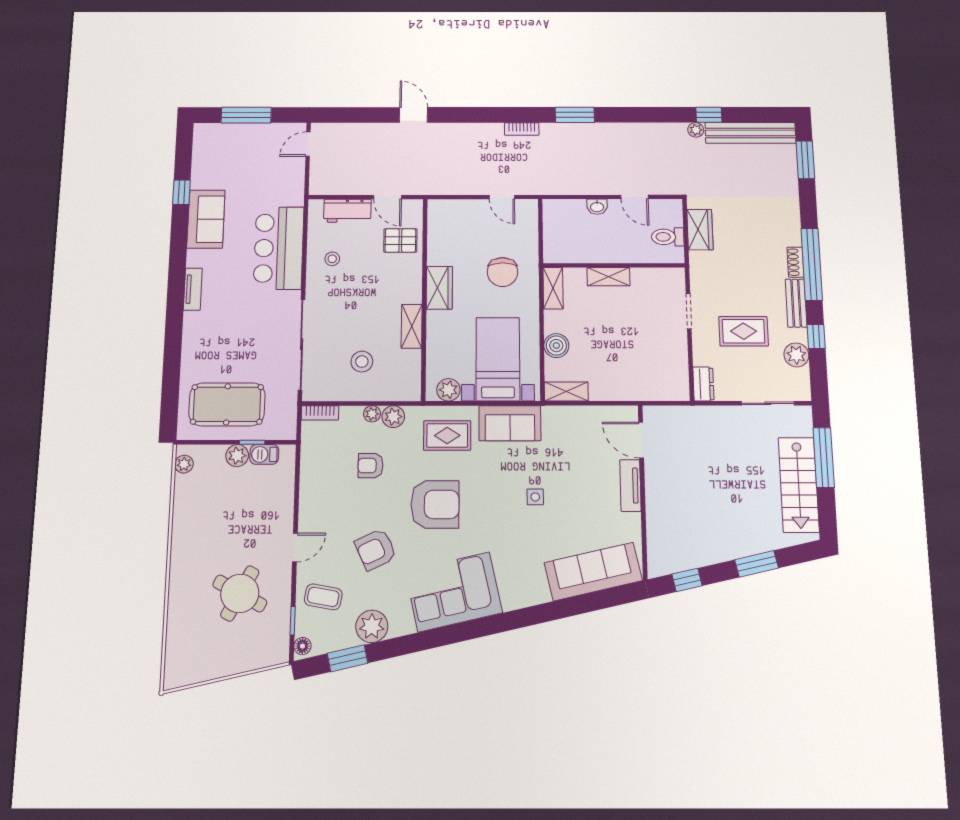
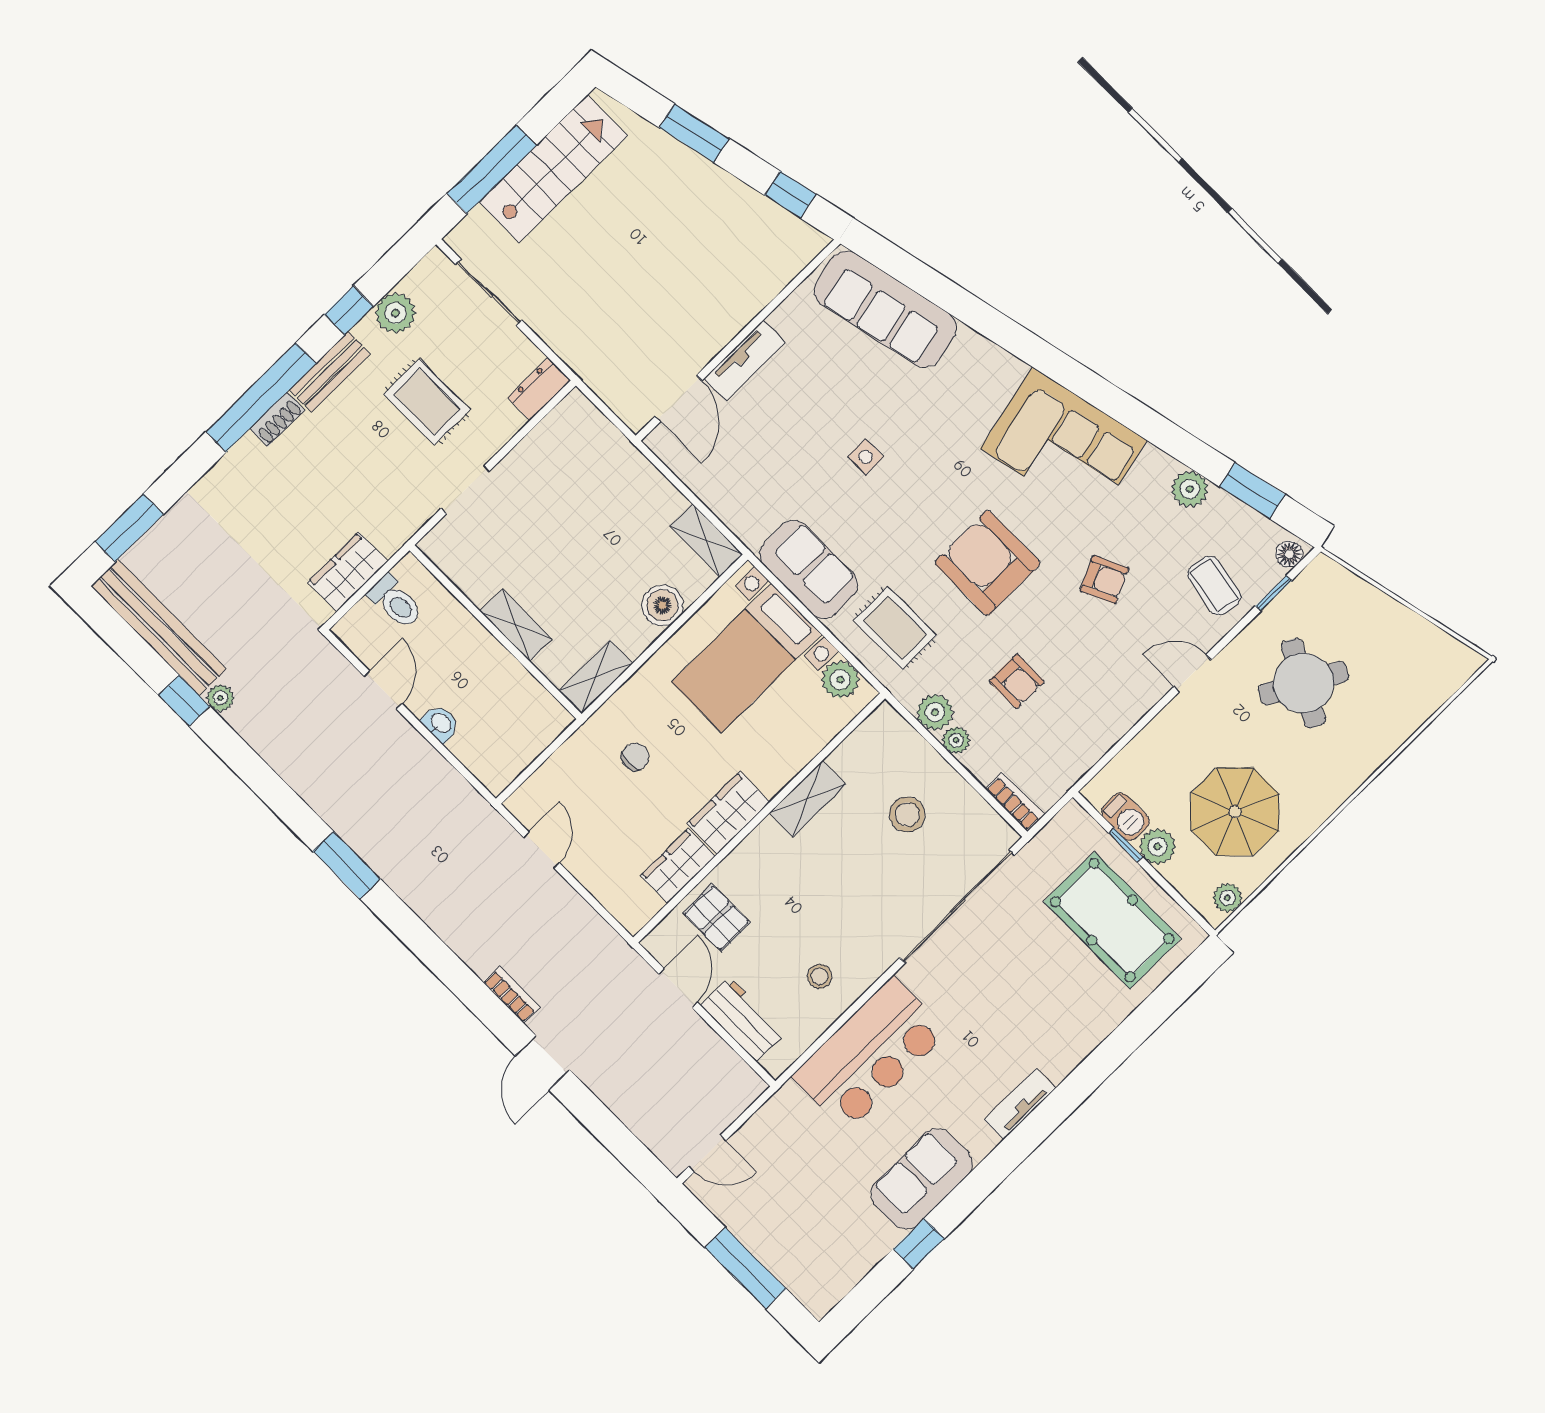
bookcase: (522, 129) -> (511, 995), moved
wardrobe: (438, 245) -> (678, 866), added
chair: (502, 272) -> (635, 757), width x0.54, depth x0.54
parasol: (217, 505) -> (1235, 812), added
armchair: (376, 549) -> (1104, 580), width x0.72, depth x0.72
plant: (372, 626) -> (1190, 489), width x0.73, depth x0.73

